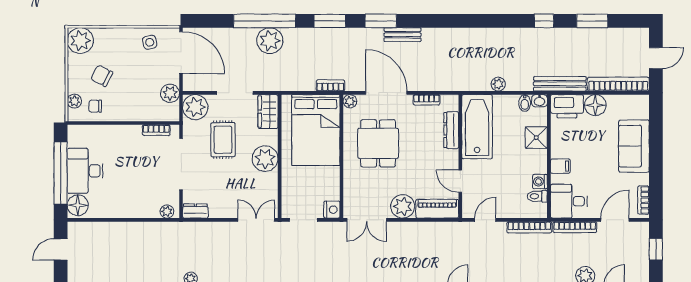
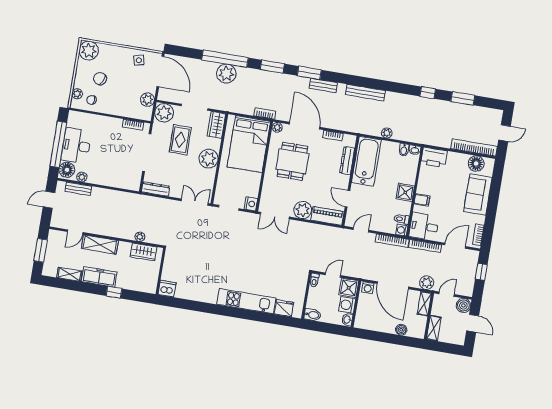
bench: (560, 84) -> (365, 93), moved
floor lamp: (595, 105) -> (476, 164), moved
shower: (536, 138) -> (405, 192), moved
washing machine: (540, 182) -> (402, 230), moved
dresser: (195, 211) -> (156, 189), width x1.44
plant: (167, 212) -> (82, 177), moved
bench: (97, 228) -> (78, 189), added

